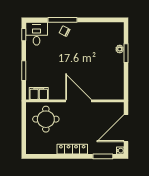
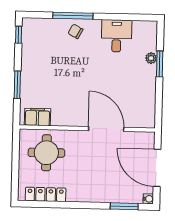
desk: (37, 34) -> (116, 36), moved
door: (79, 101) -> (106, 129), moved
door: (126, 128) -> (157, 168), hinge flipped
locker: (72, 149) -> (46, 194), moved

